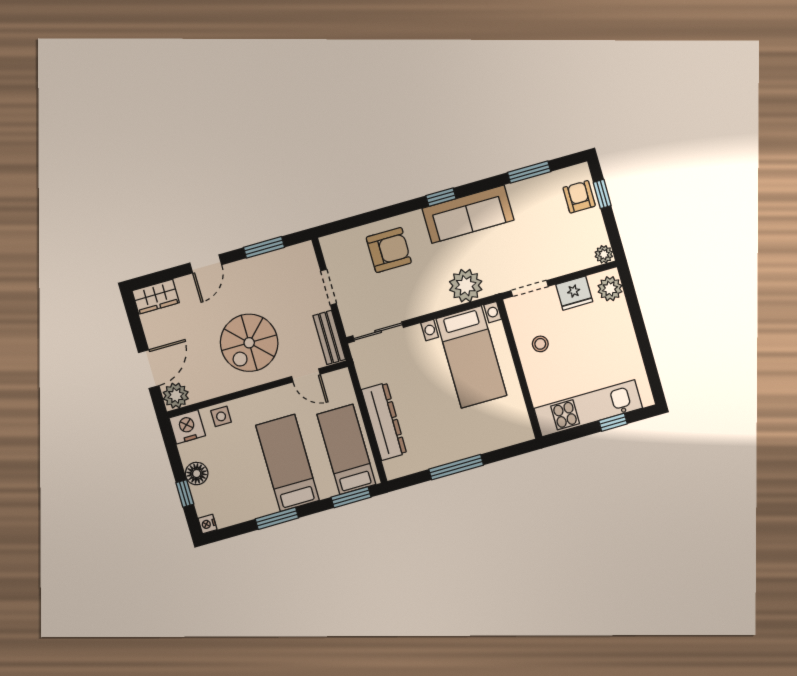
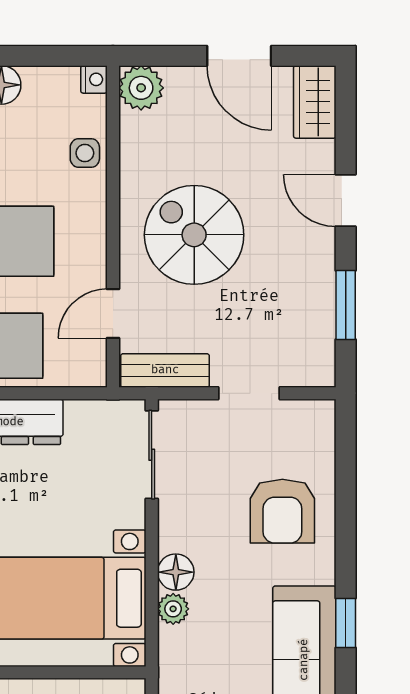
plant: (466, 286) -> (173, 609), width x0.53, depth x0.53
floor lamp: (439, 300) -> (176, 572), added
door: (149, 369) -> (239, 56), moved
nightstand: (187, 427) -> (94, 79), width x0.53, depth x0.56

